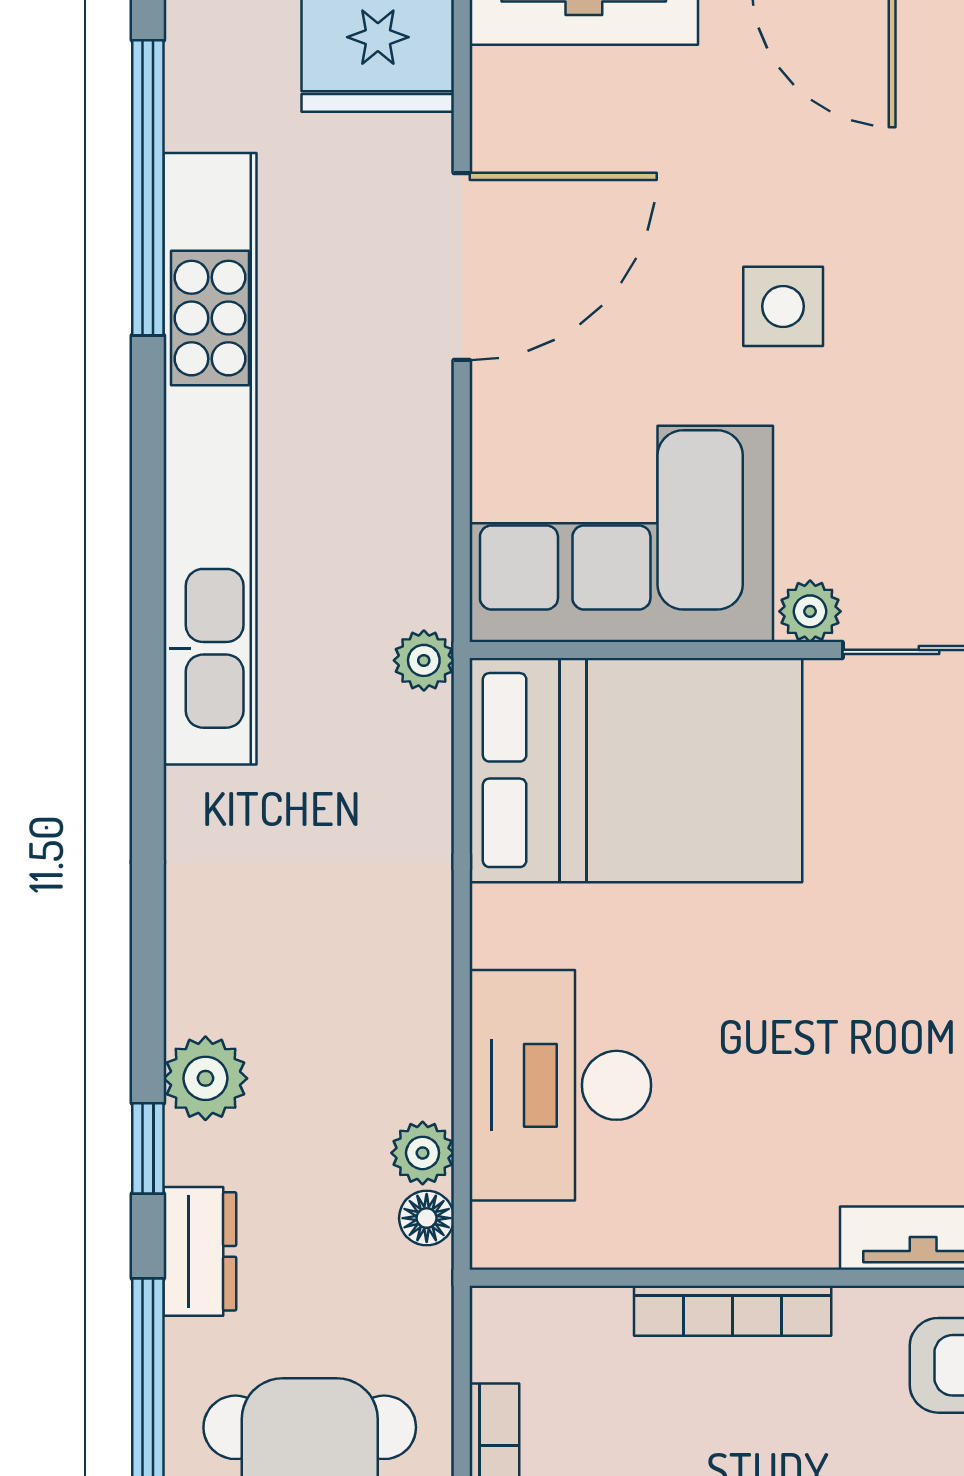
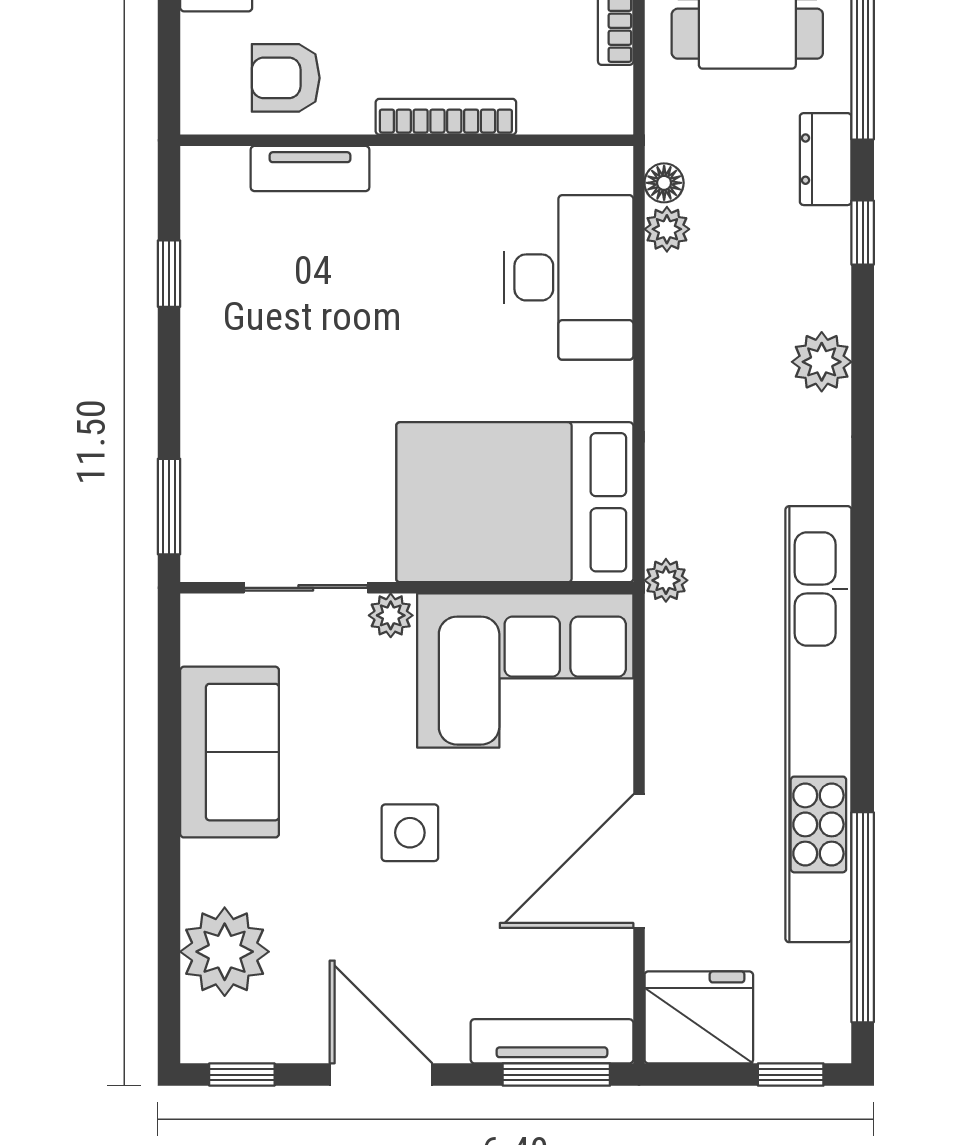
plant: (205, 1078) -> (822, 362), moved

